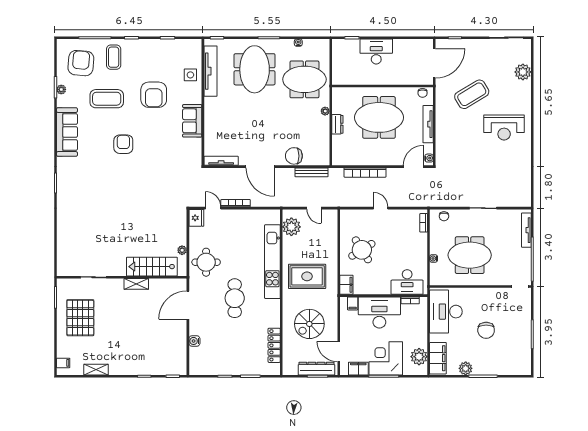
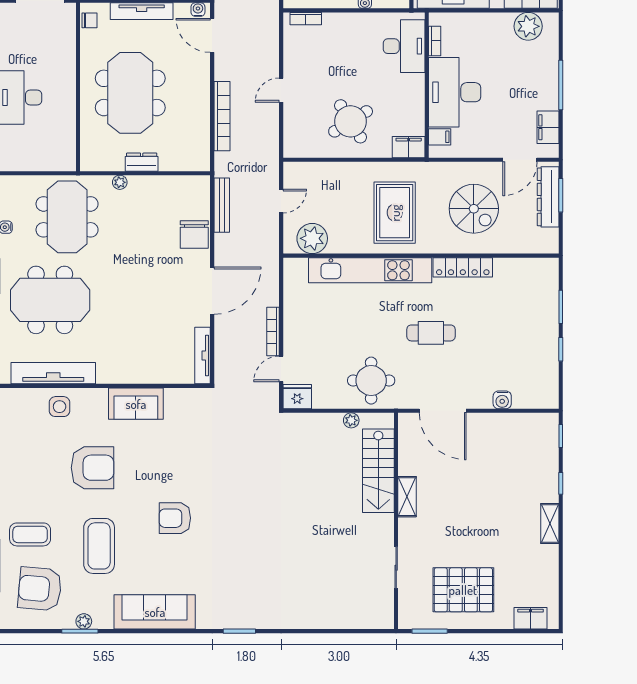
cafe table: (235, 298) -> (431, 333), width x0.73, depth x0.74
locker: (274, 345) -> (463, 267), moved
corner desk: (386, 358) -> (531, 82), removed
filing cabinet: (63, 363) -> (531, 618), width x2.00
shelving: (96, 370) -> (550, 523), moved

